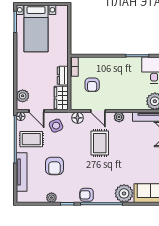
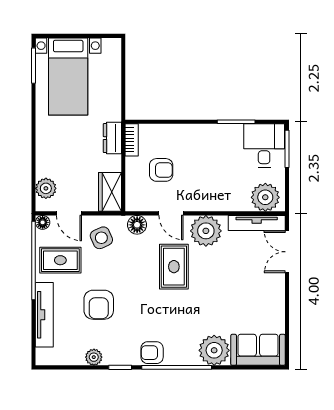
dresser: (63, 76) -> (112, 138), moved
armchair: (92, 85) -> (161, 170), turned -90
plant: (119, 117) -> (206, 231), width x1.87, depth x1.87

